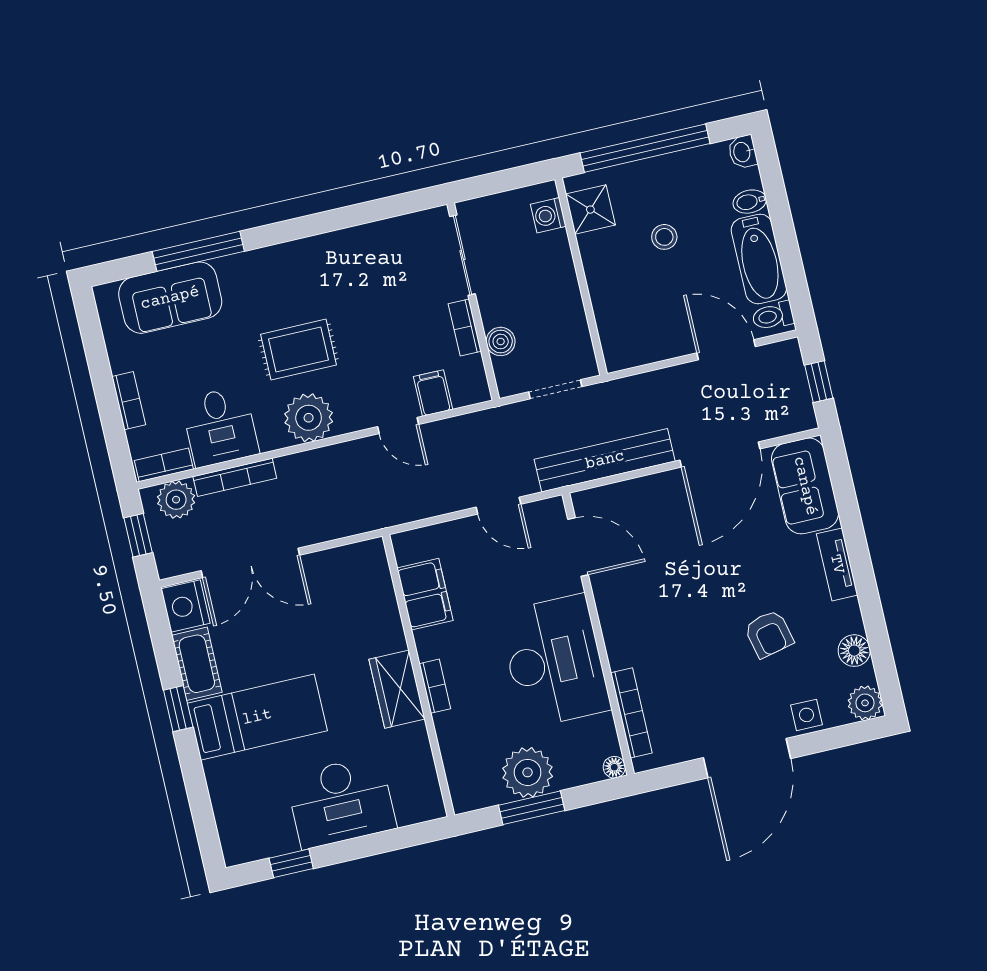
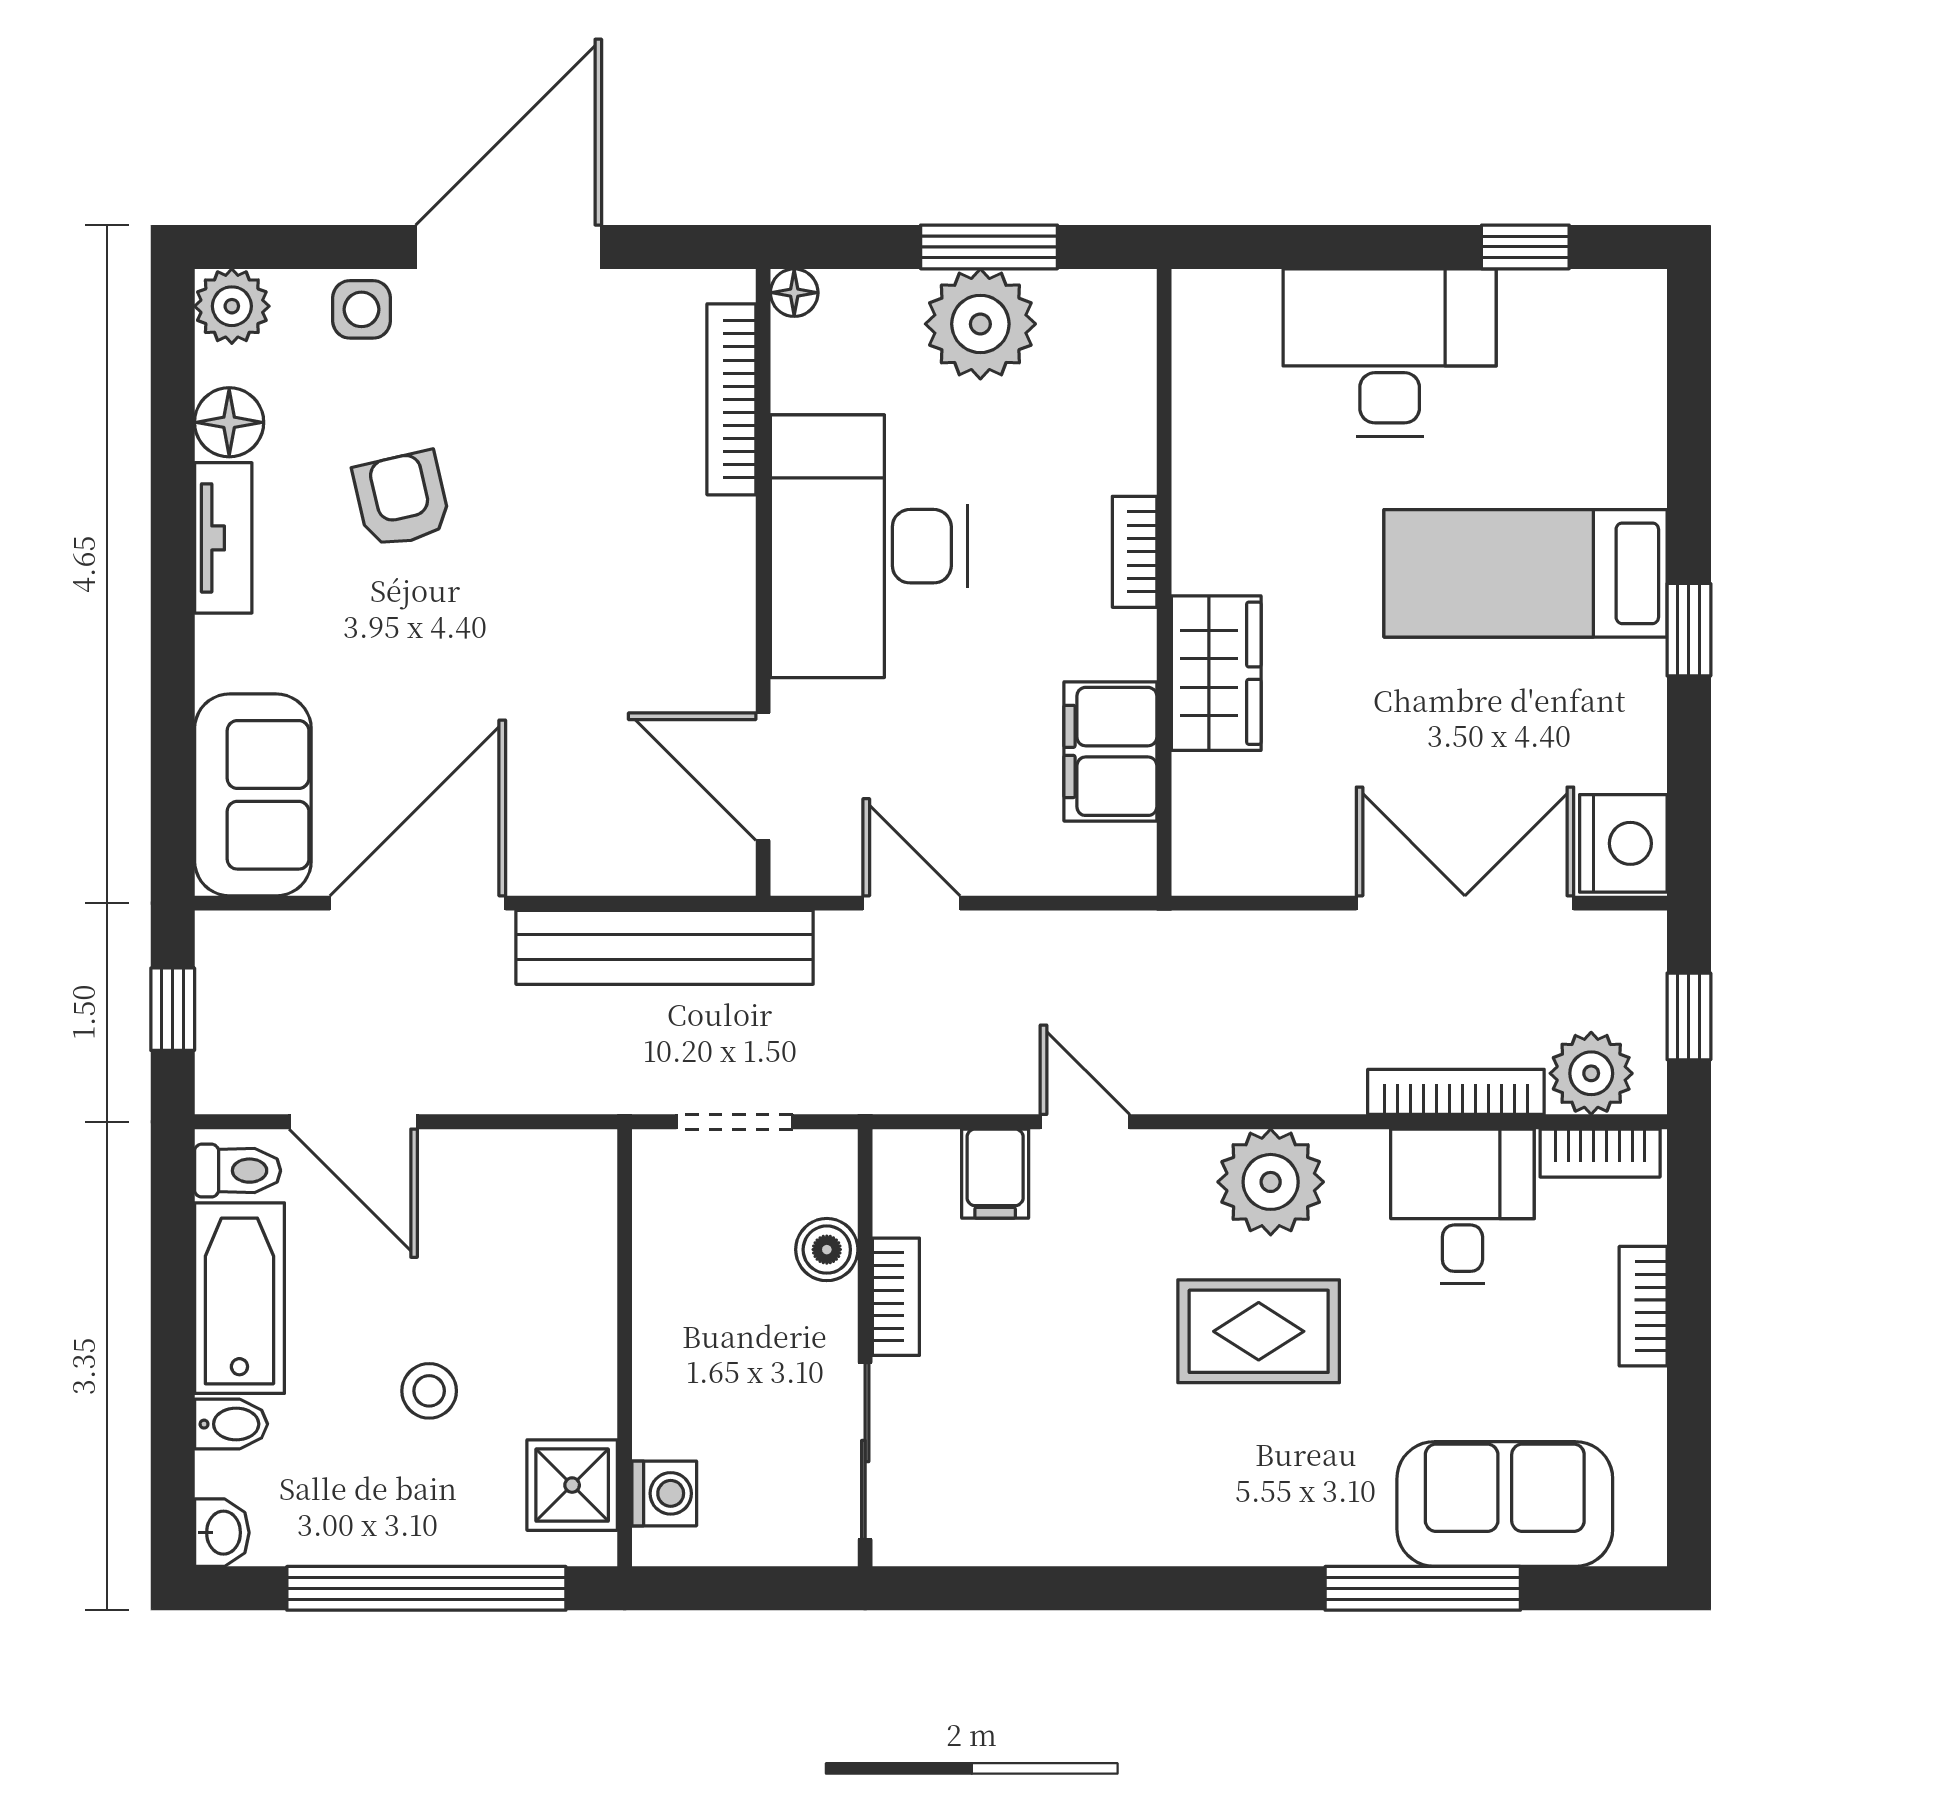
tv unit: (837, 564) -> (223, 538), moved
cot: (197, 664) -> (1627, 716), removed
wardrobe: (397, 689) -> (1216, 673), moved

